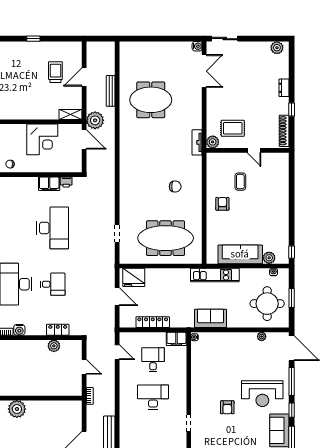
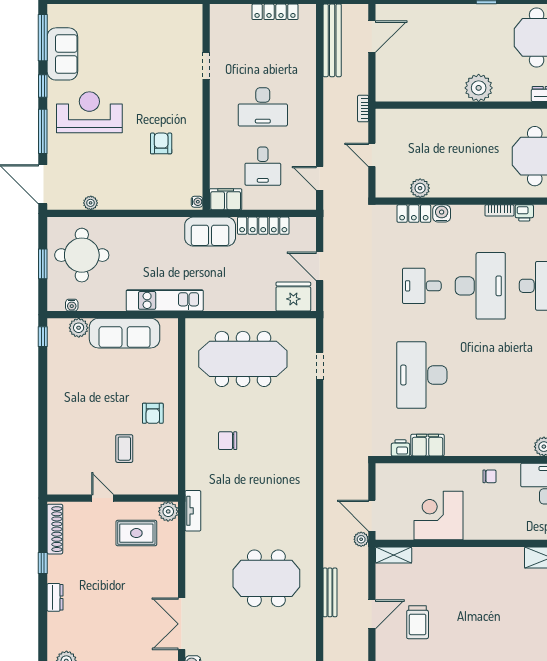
plant: (95, 120) -> (361, 539), width x0.53, depth x0.53
sofa: (211, 318) -> (210, 232), moved
water cooler: (19, 330) -> (442, 213), moved
armchair: (227, 407) -> (161, 143), moved

